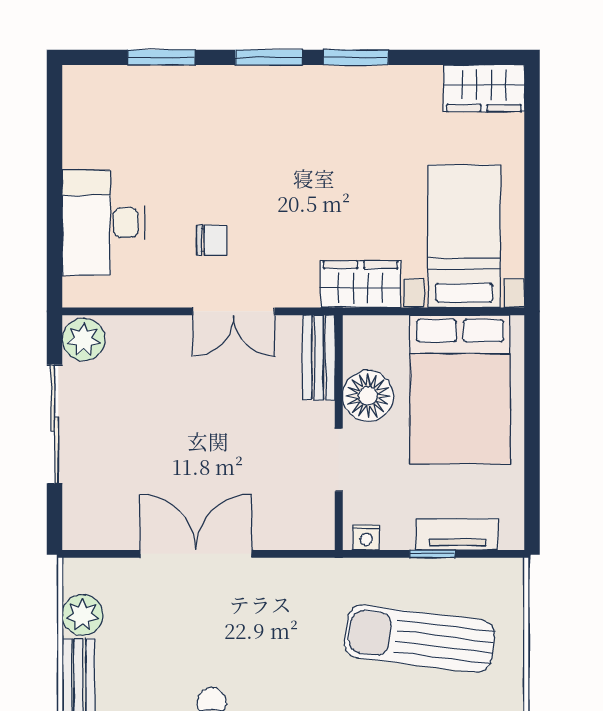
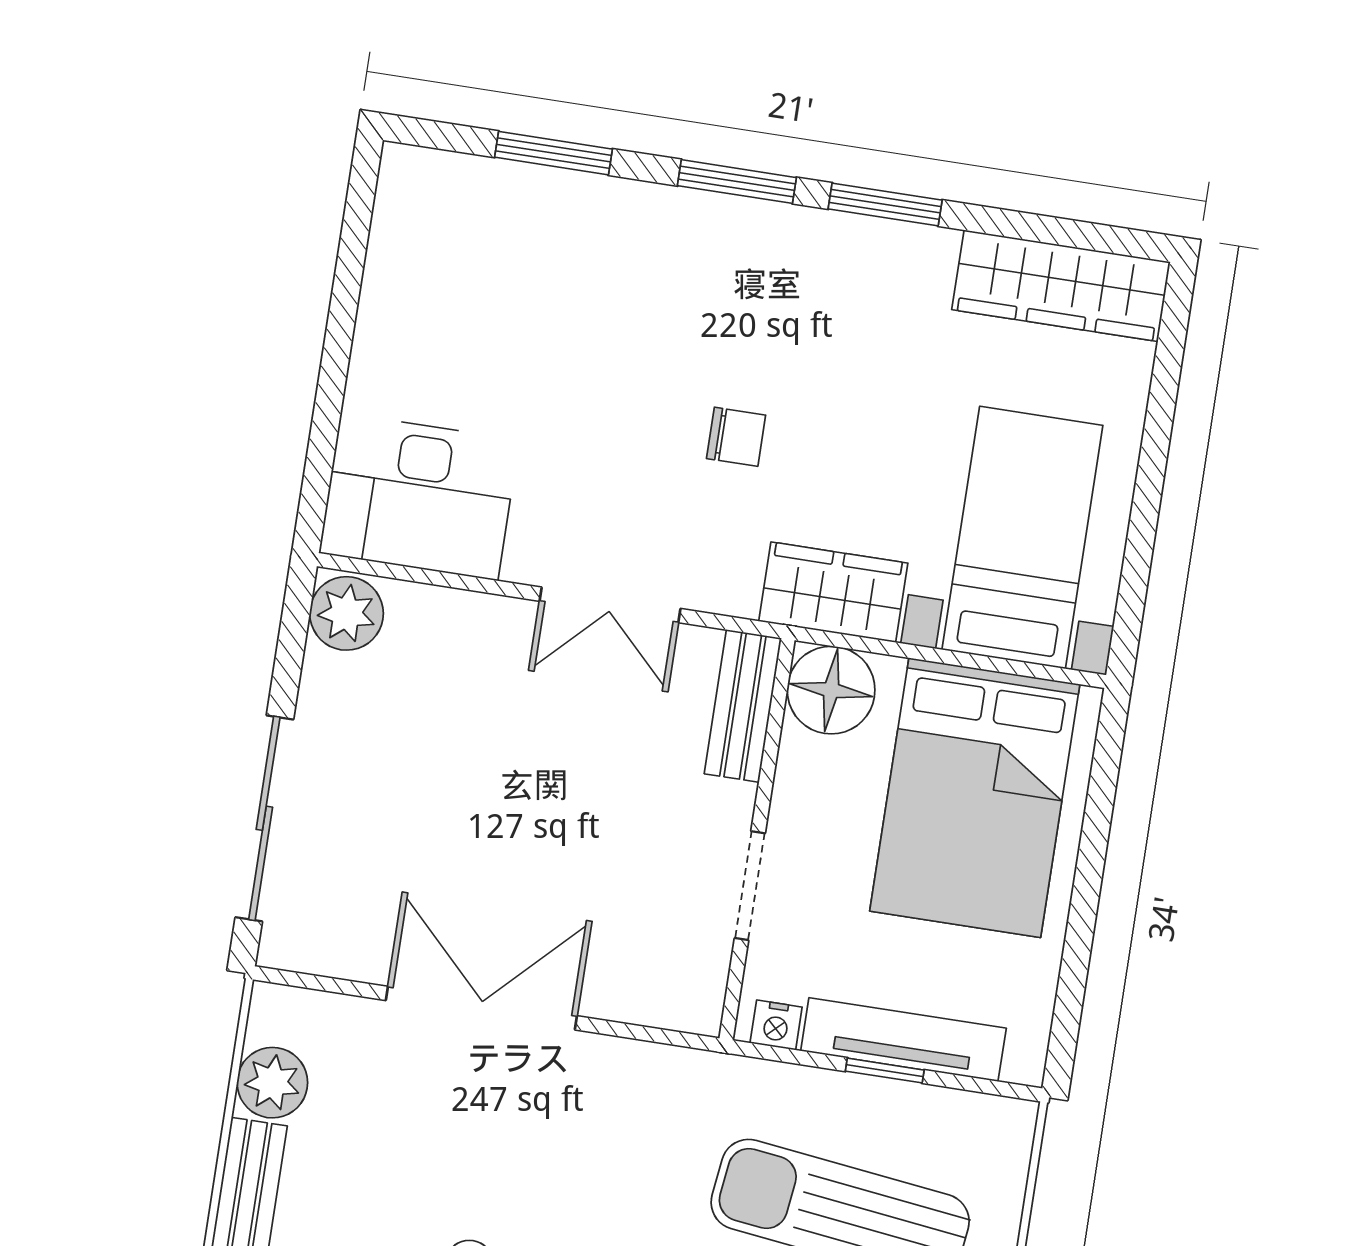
wardrobe: (484, 88) -> (1061, 286), width x1.50
desk: (103, 223) -> (419, 497), moved, turned -90
chair: (212, 240) -> (736, 437), moved
floor lamp: (368, 396) -> (831, 690), moved
sliding door: (55, 424) -> (264, 818), moved
tv unit: (457, 534) -> (903, 1040), width x1.41

